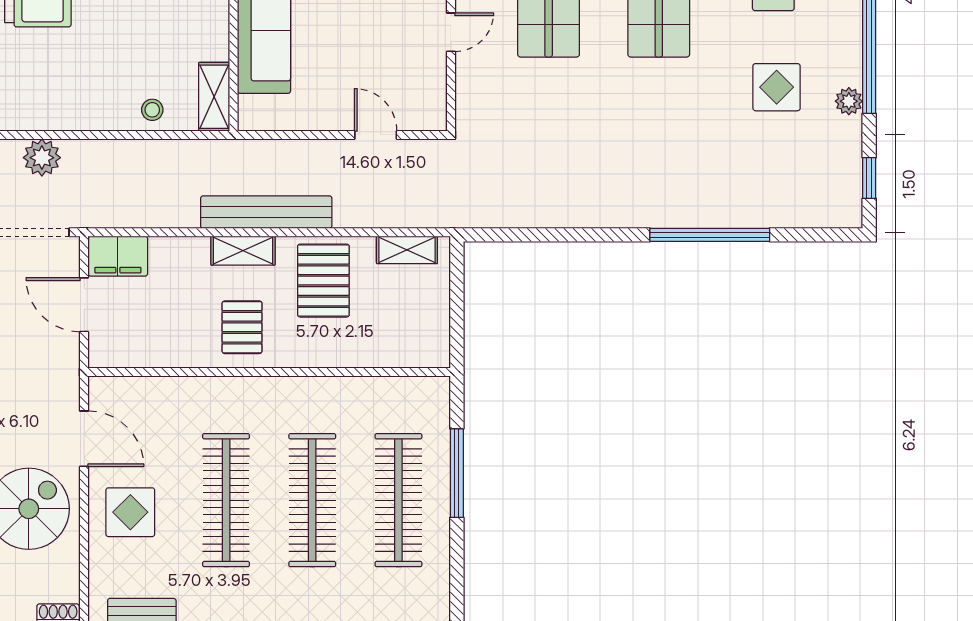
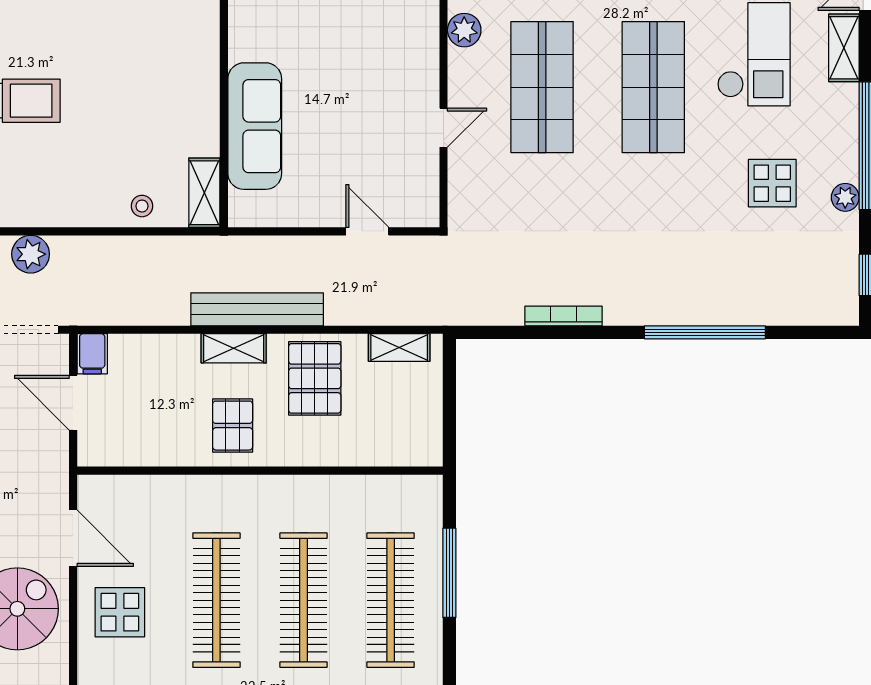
bookcase: (570, 219) -> (563, 316), added
filing cabinet: (118, 256) -> (92, 354), width x0.50

